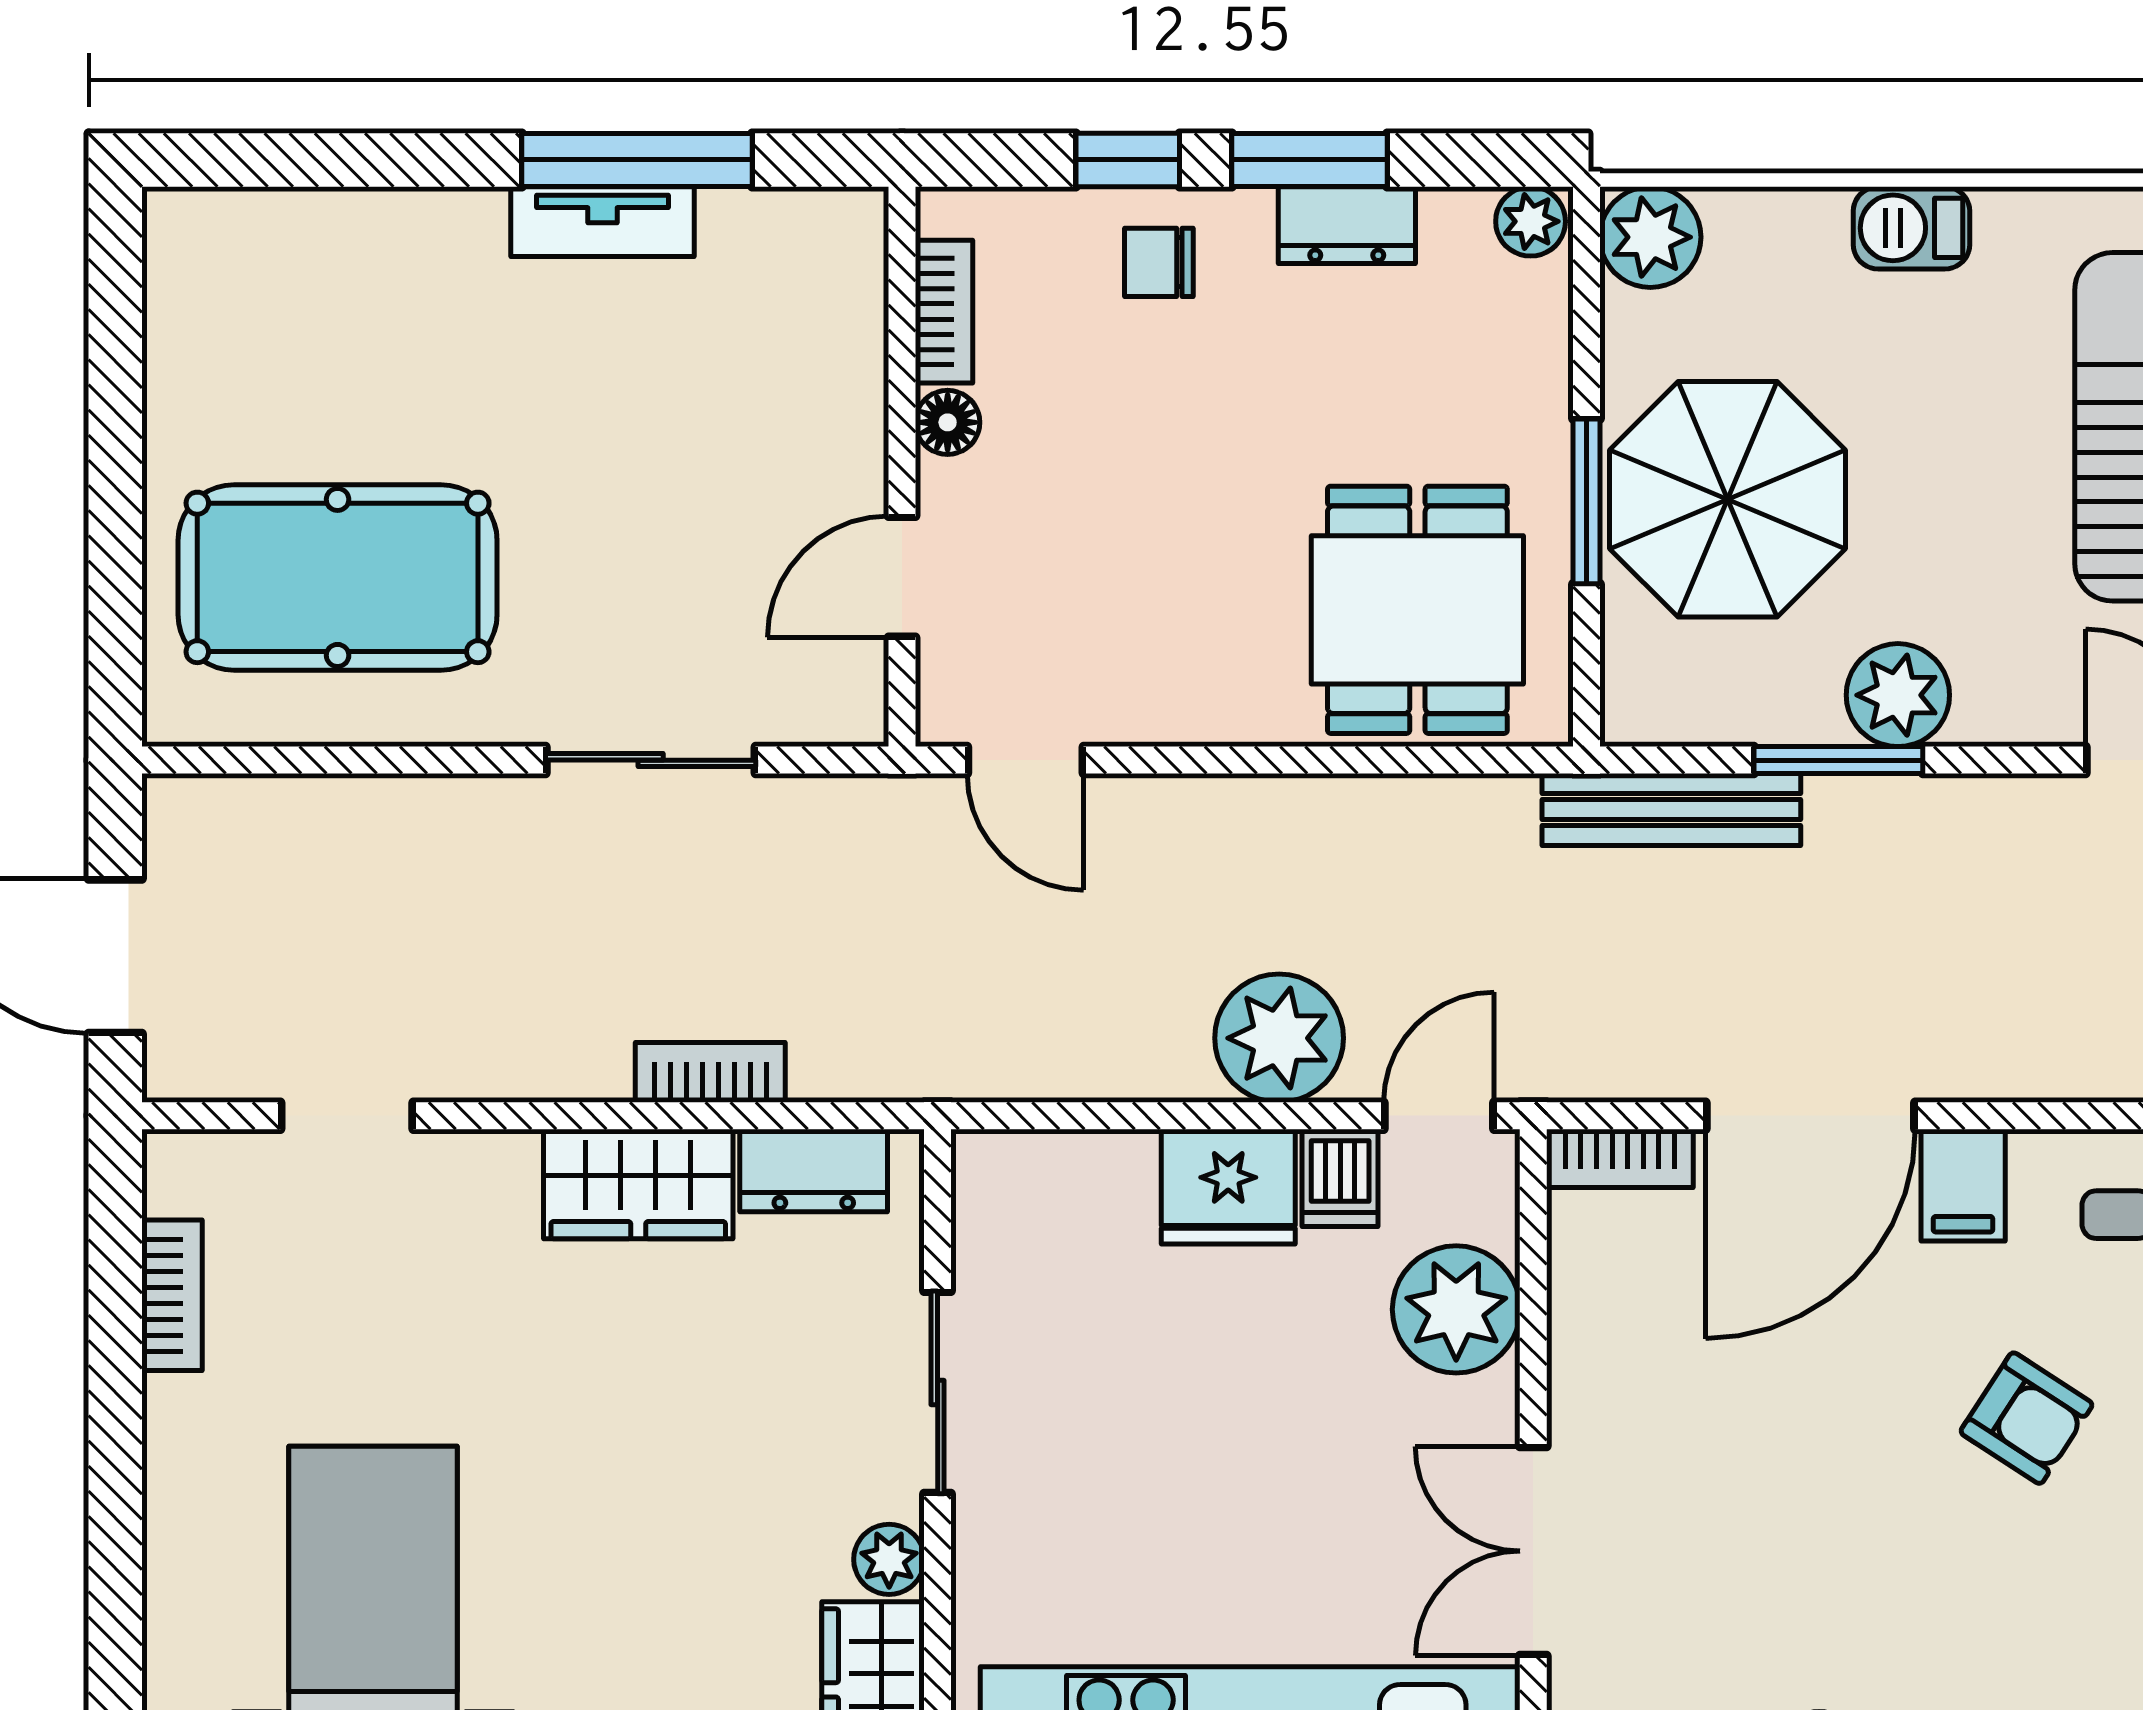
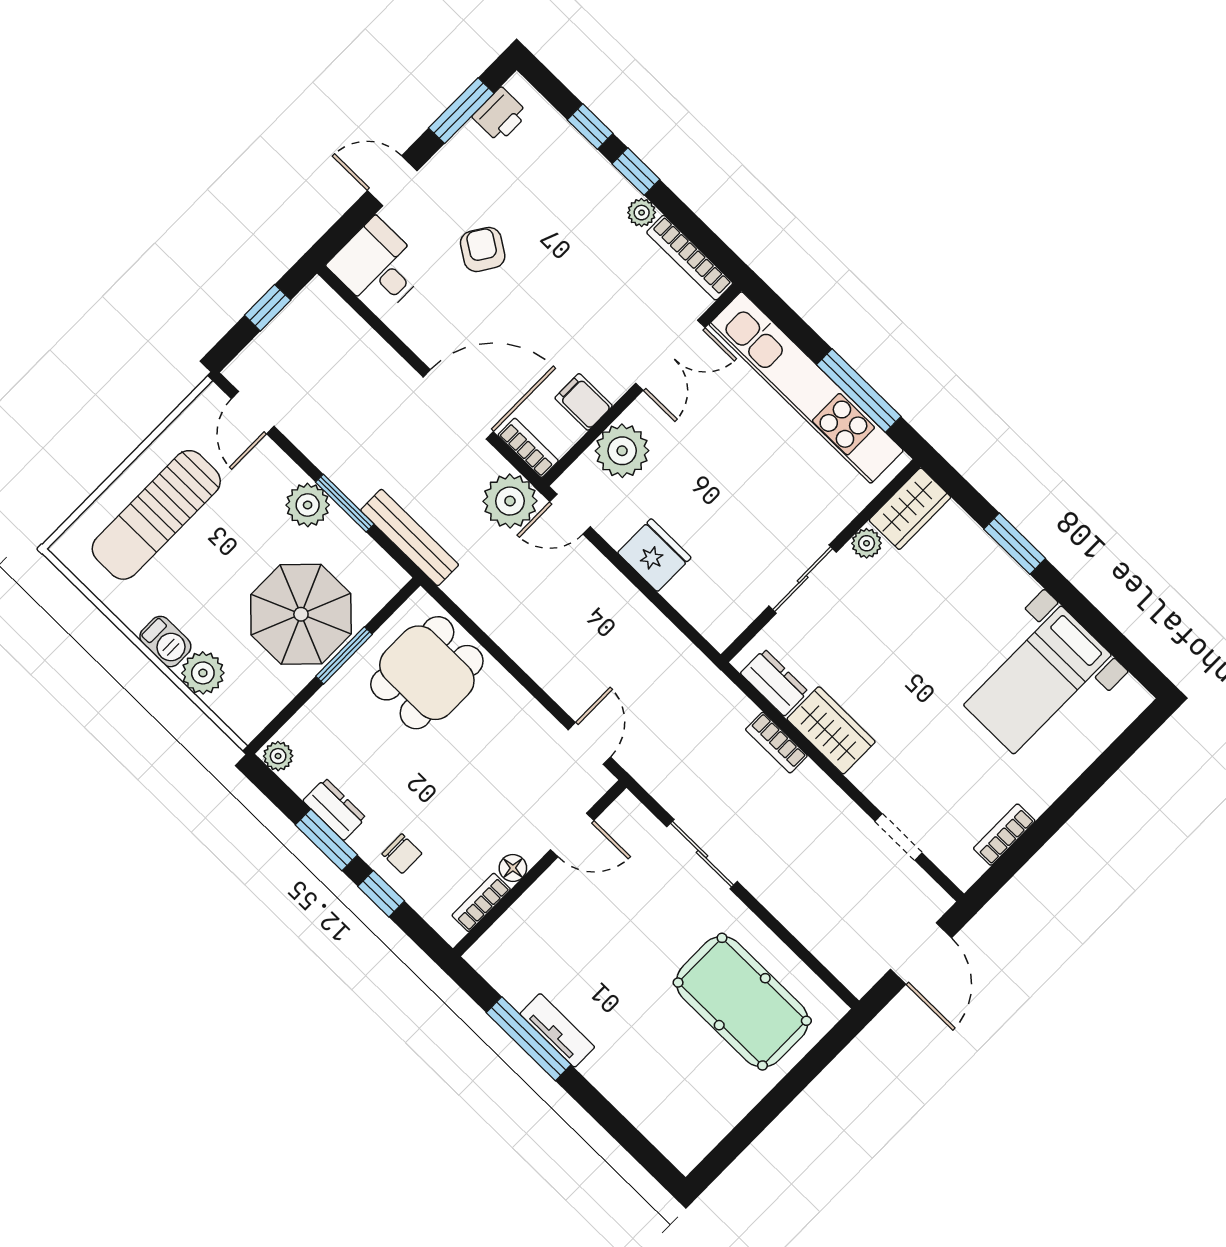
plant: (1650, 237) -> (203, 673), moved
plant: (1279, 1038) -> (510, 501), moved
dishwasher: (1340, 1178) -> (618, 525), removed
filing cabinet: (1963, 1185) -> (584, 402), moved, turned -90

